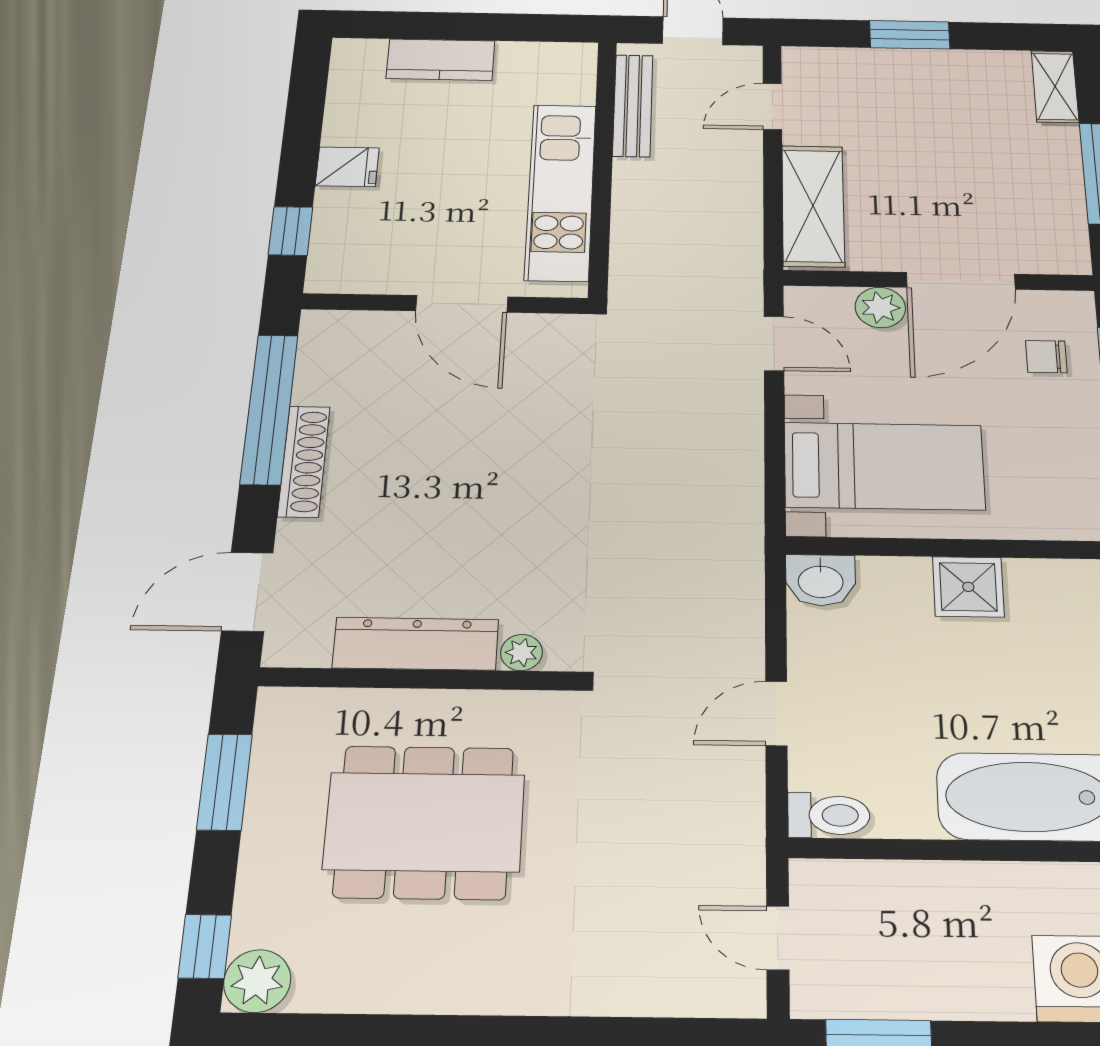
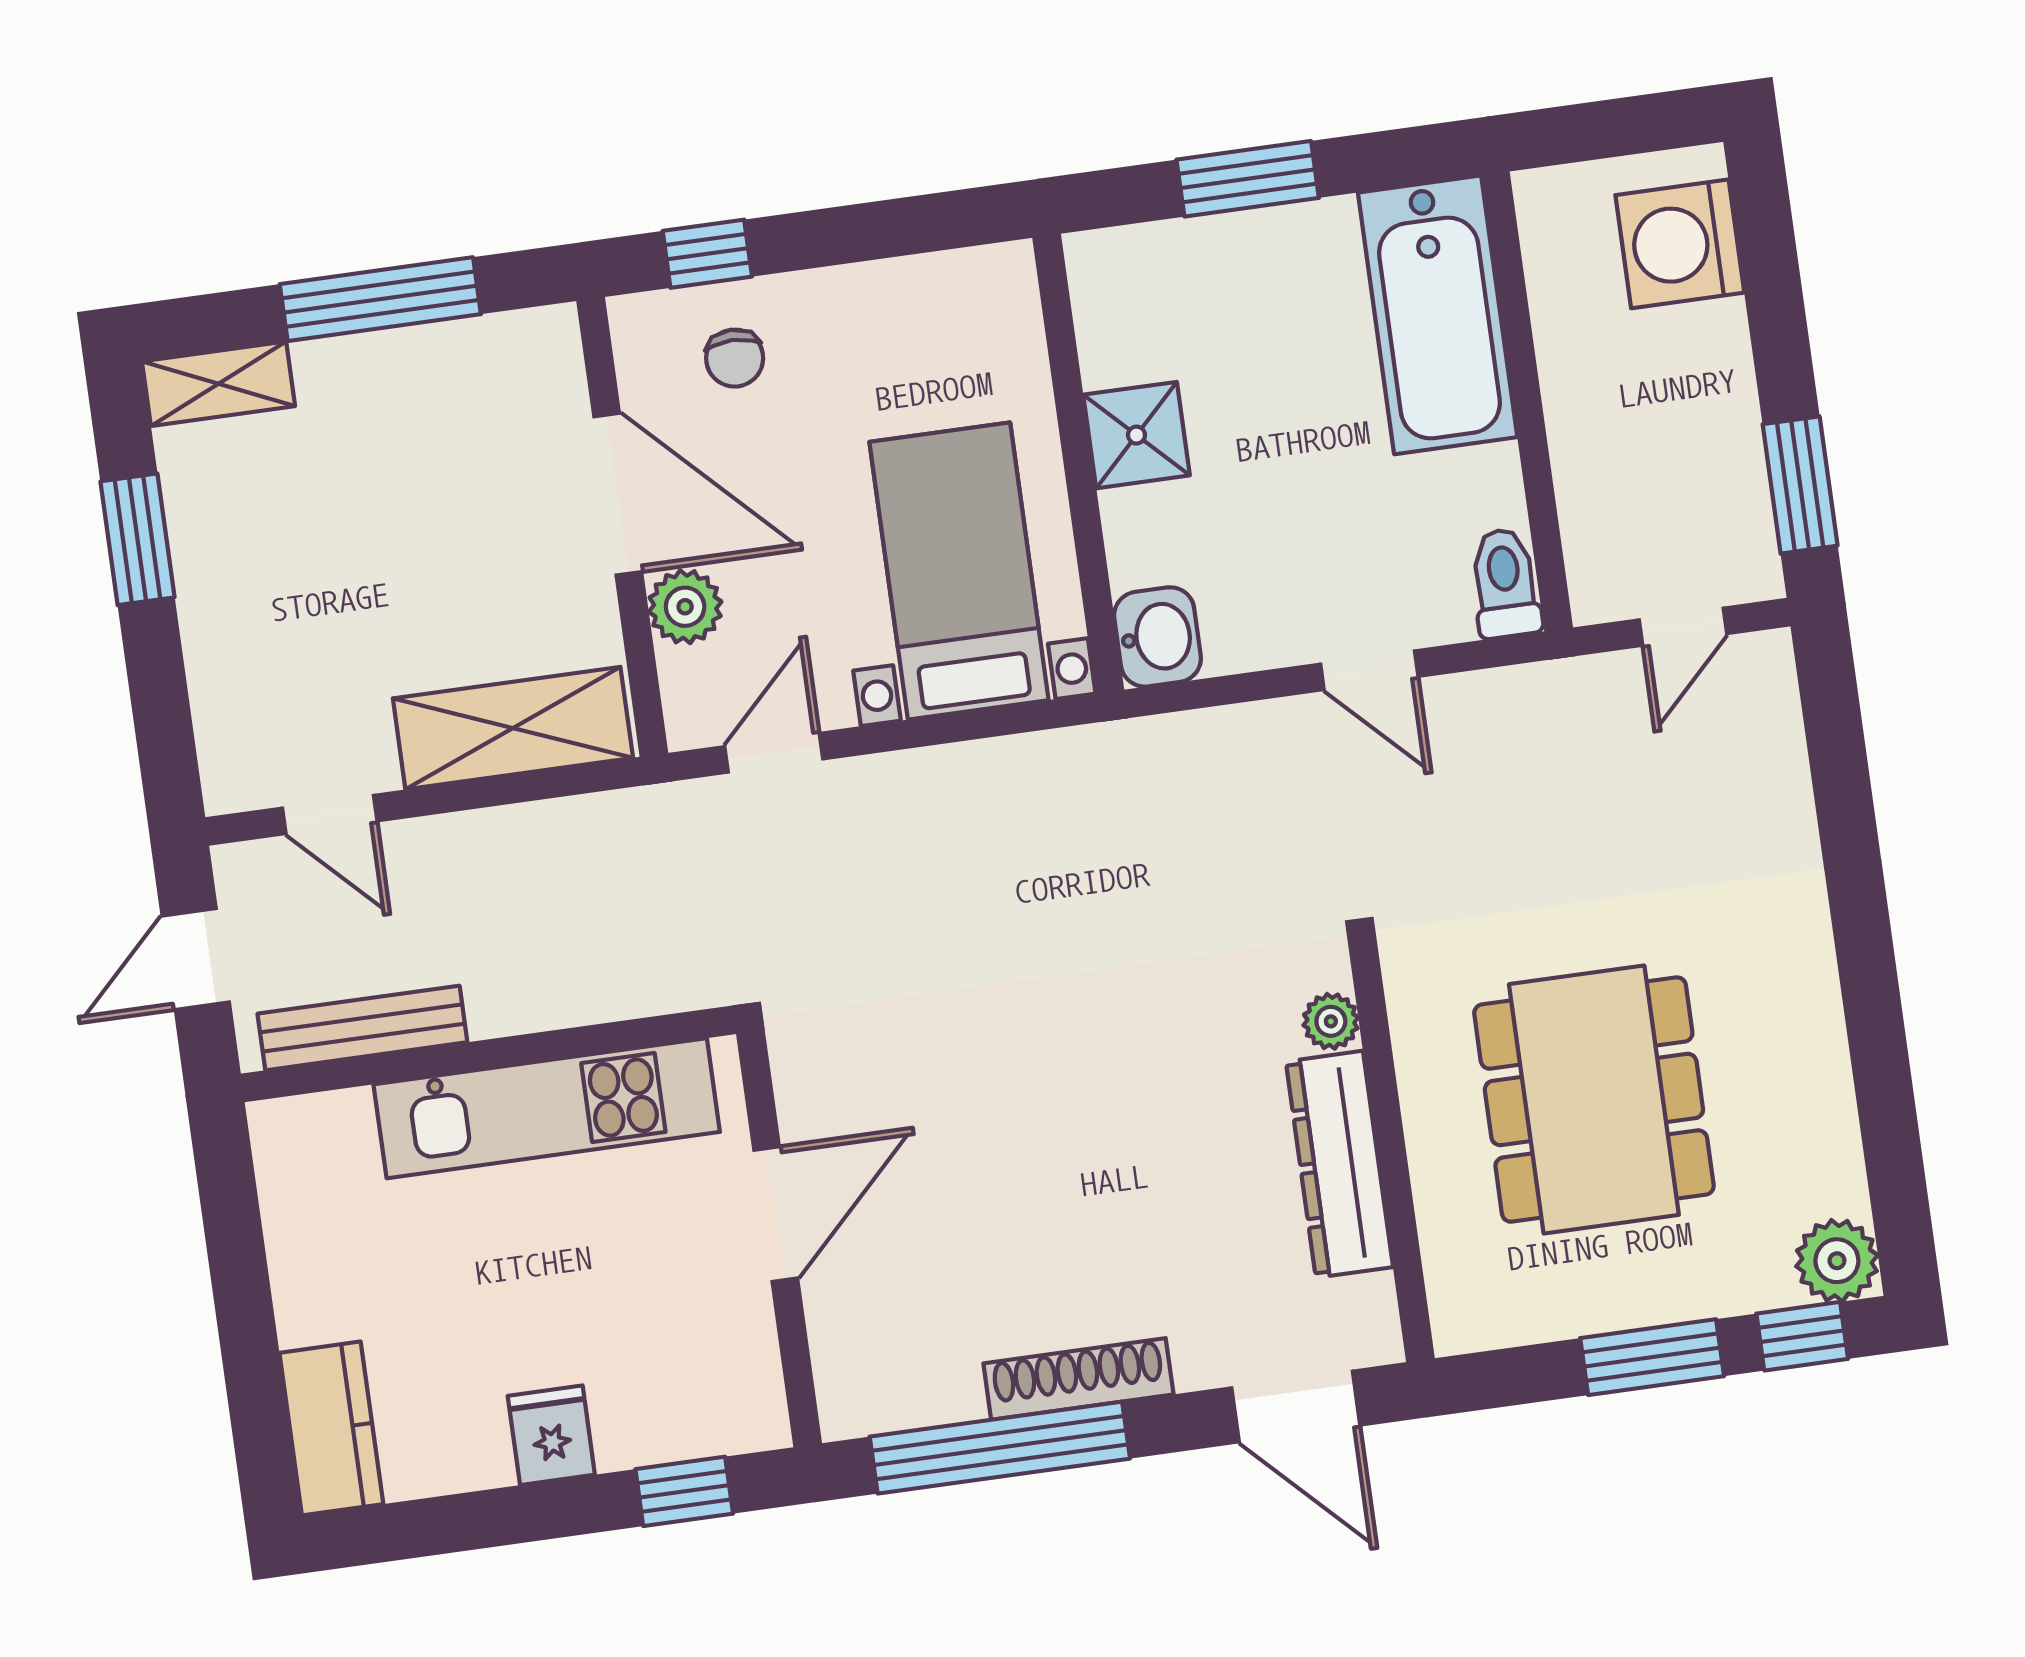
window: (910, 35) -> (137, 539), moved
kitchen counter: (441, 60) -> (331, 1428), moved
window: (225, 782) -> (1652, 1357), moved

